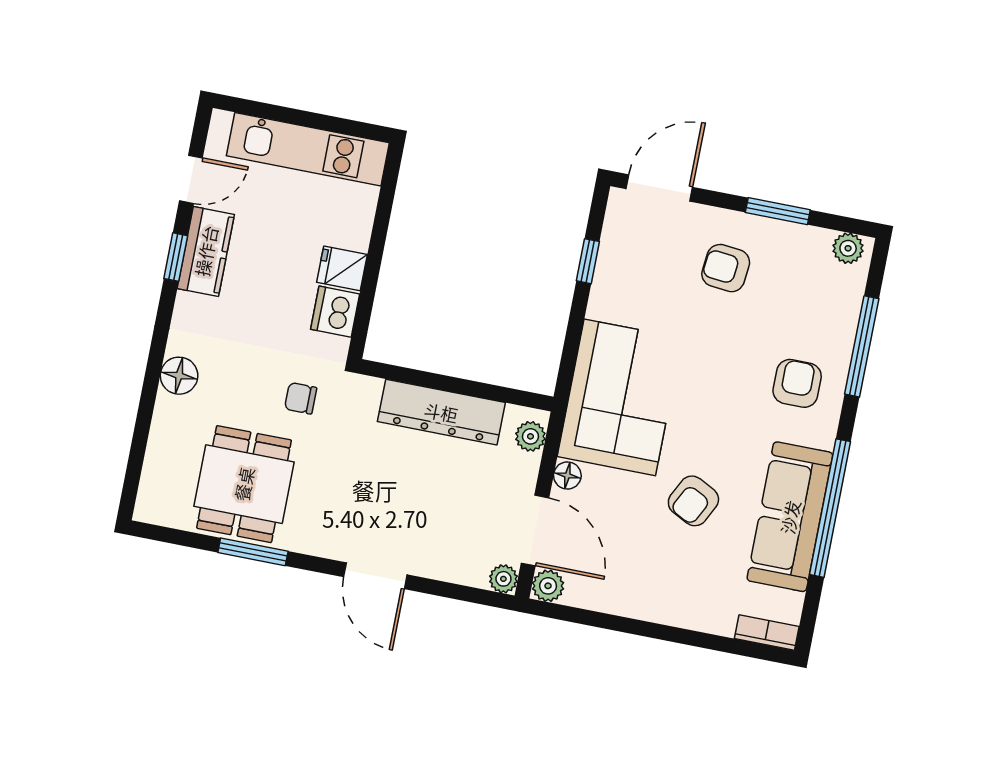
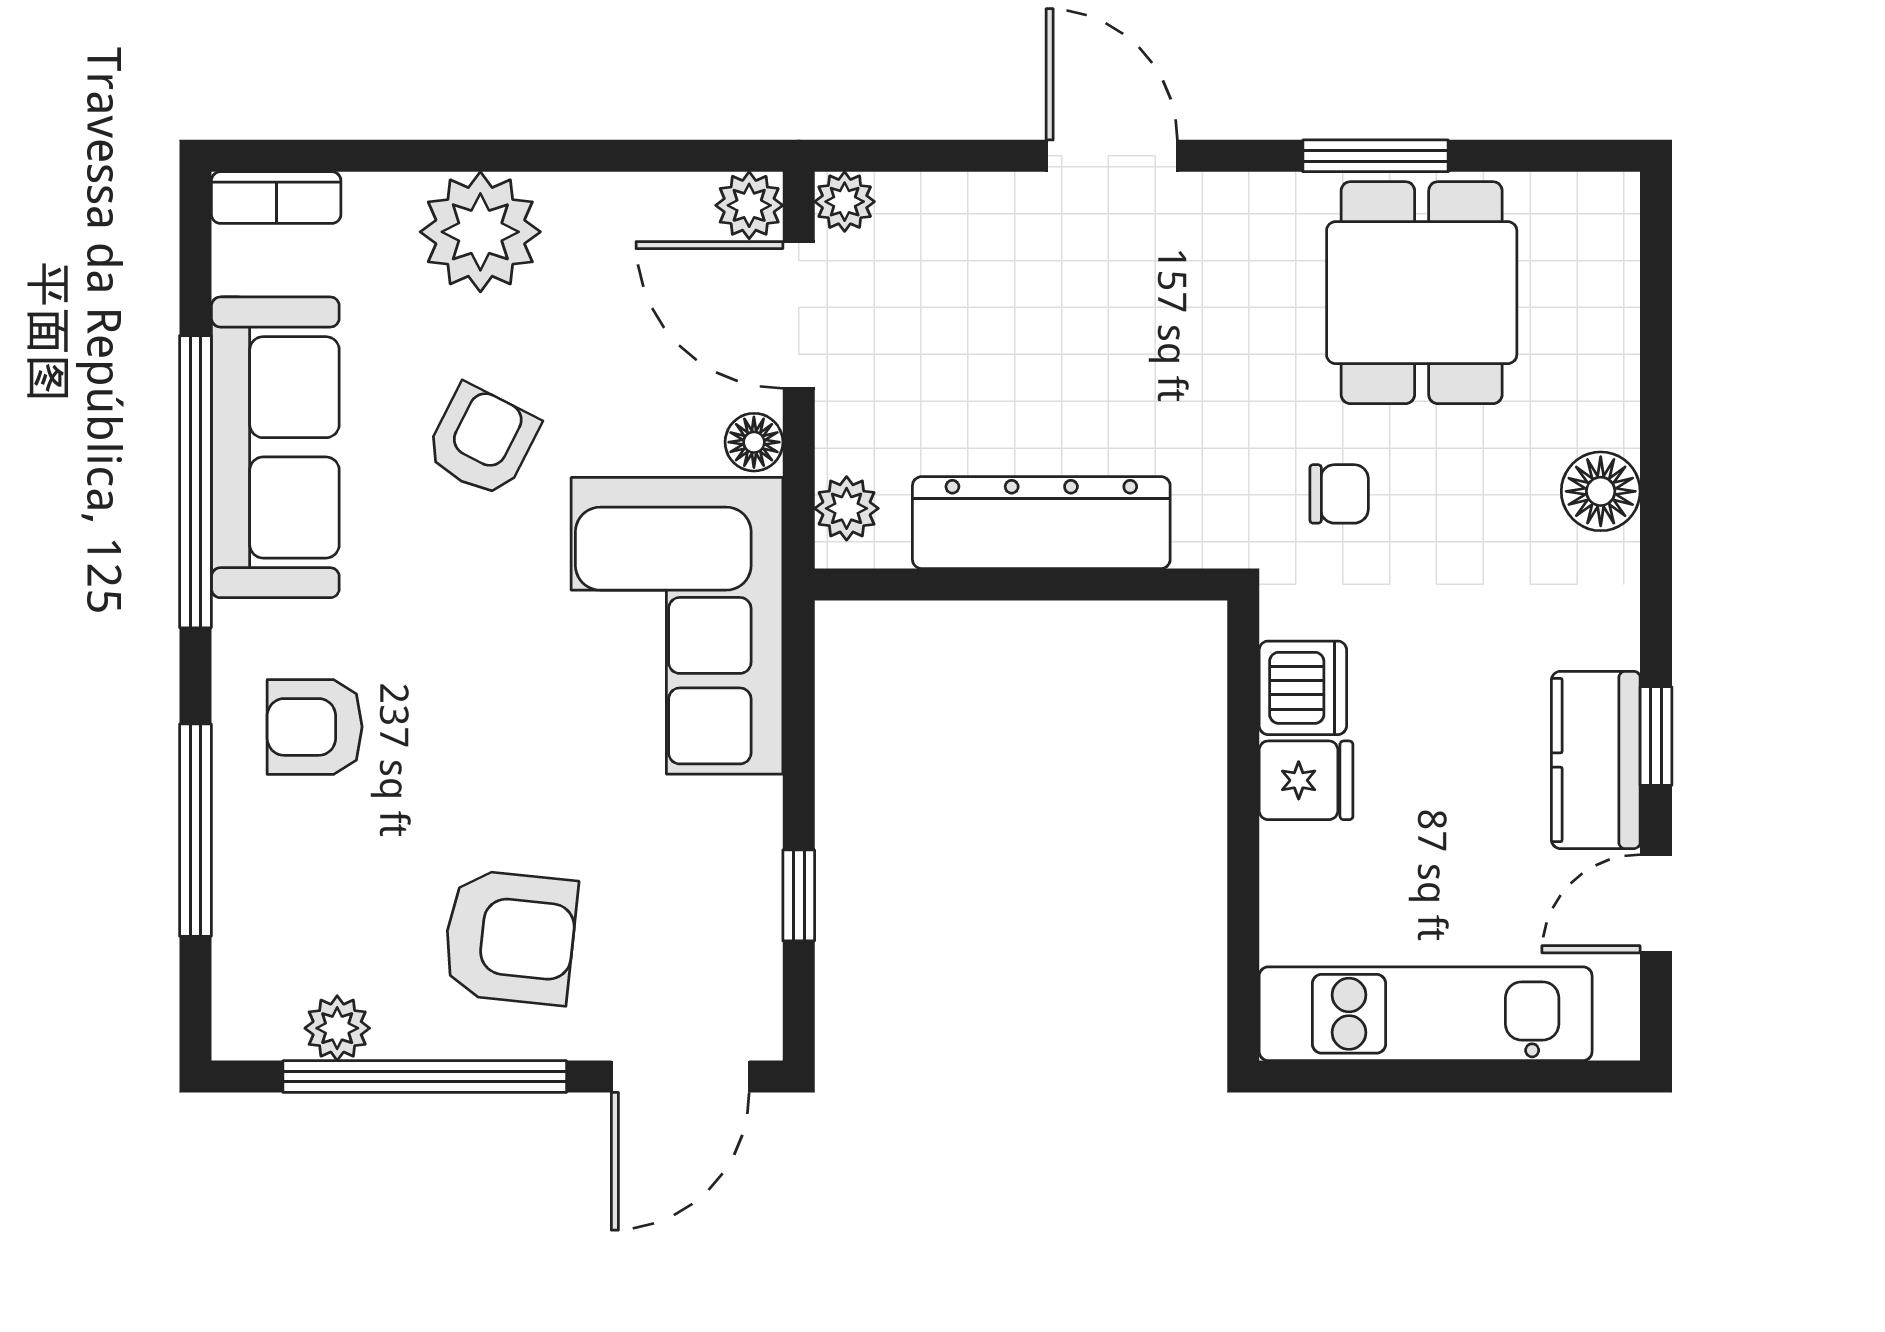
window: (778, 211) -> (425, 1077), width x2.11
plant: (848, 248) -> (337, 1028), moved
armchair: (726, 268) -> (510, 937), width x1.38, depth x1.38
armchair: (797, 383) -> (315, 727), turned 90
plant: (675, 598) -> (480, 232), added

